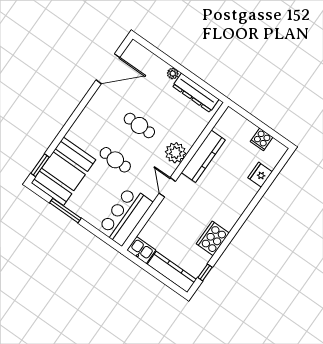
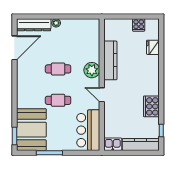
dresser: (196, 93) -> (34, 25), moved

